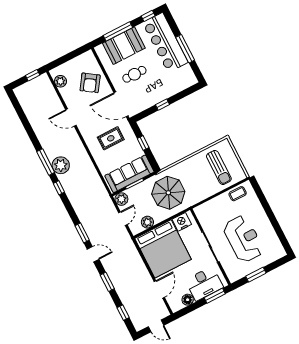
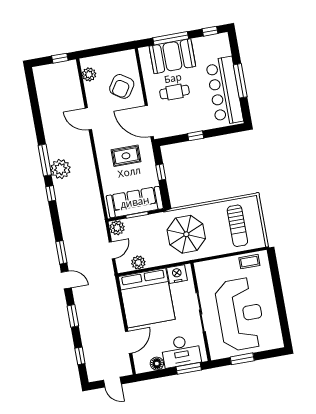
bar counter: (165, 43) -> (224, 91), moved
parasol: (168, 193) -> (186, 234), moved
reception desk: (243, 239) -> (240, 314), width x1.36, depth x1.30

